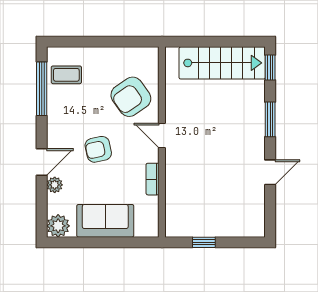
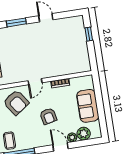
plant: (58, 226) -> (84, 134), moved
window: (204, 242) -> (89, 34), moved

